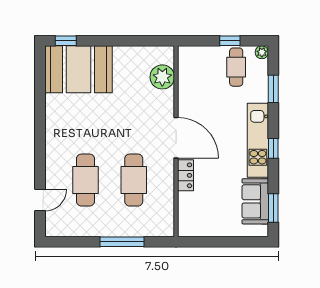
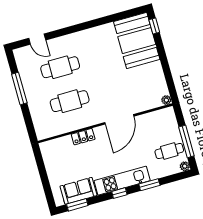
window: (230, 41) -> (186, 141), width x2.17
plant: (162, 77) -> (166, 100), moved, width x0.53, depth x0.53
window: (273, 89) -> (149, 185), moved
door: (176, 138) -> (119, 119), moved
window: (122, 242) -> (19, 89), moved

